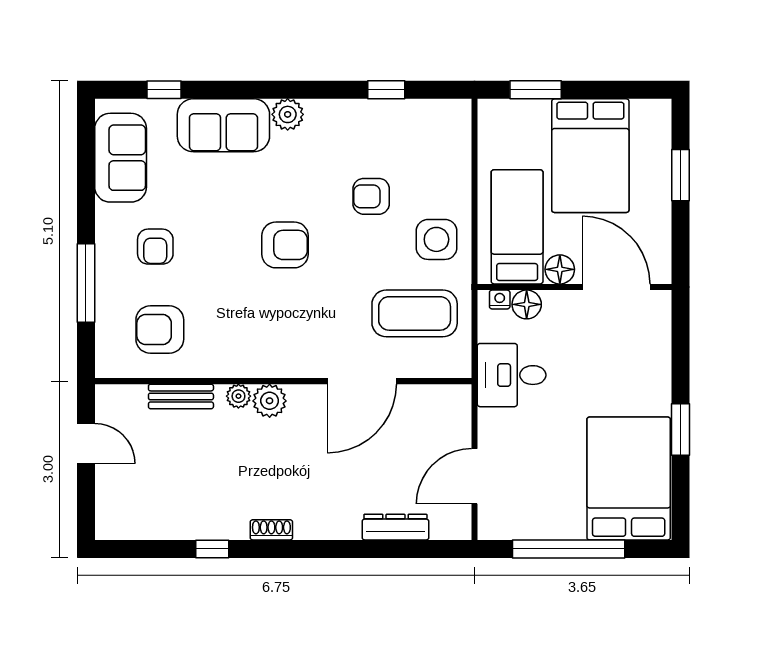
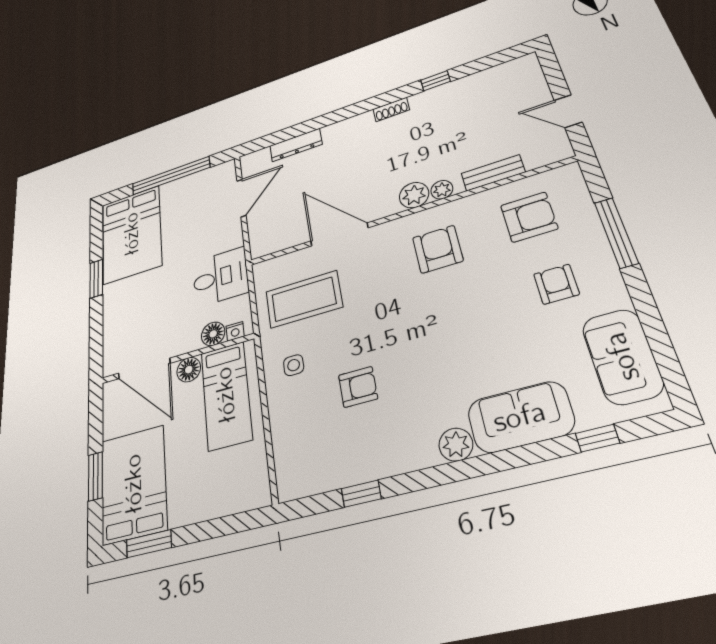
window: (536, 90) -> (149, 544), moved
bed: (590, 156) -> (134, 484), moved
side table: (436, 239) -> (294, 365), width x0.54, depth x0.54
armchair: (285, 245) -> (438, 249), moved, turned 90
door: (362, 381) -> (339, 234), hinge flipped

